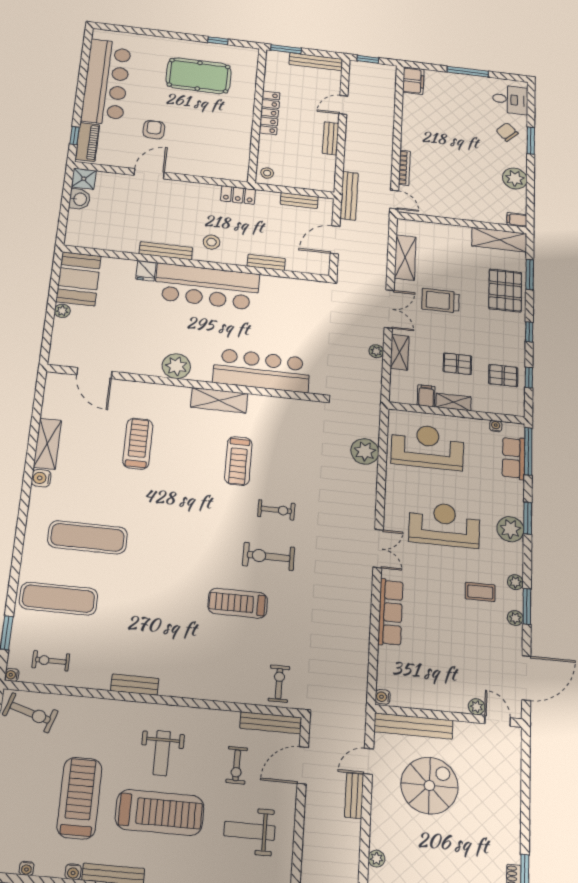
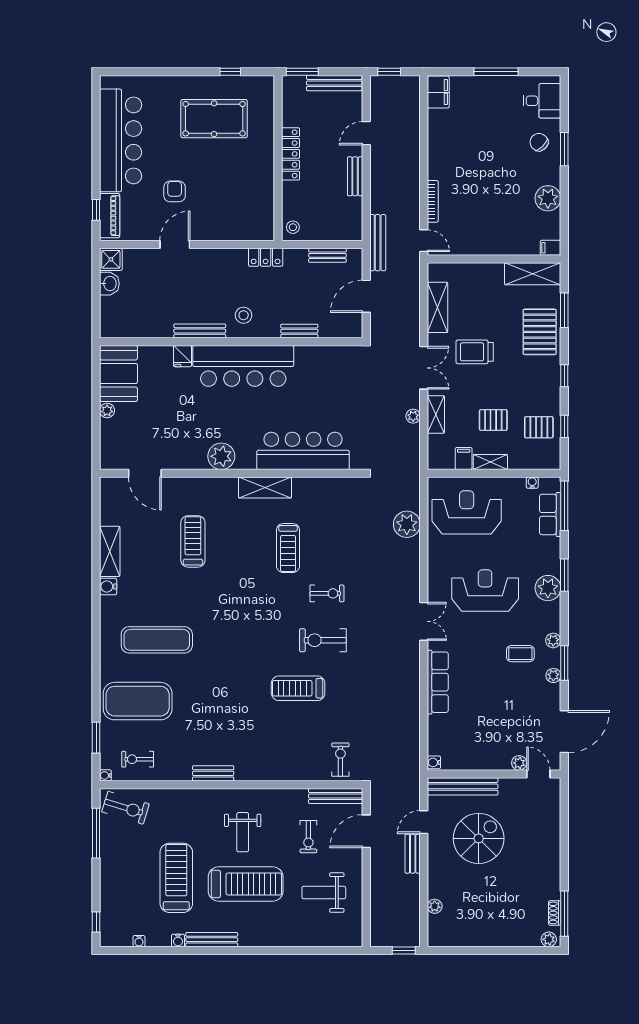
exercise mat: (59, 599) -> (138, 701), width x1.47

